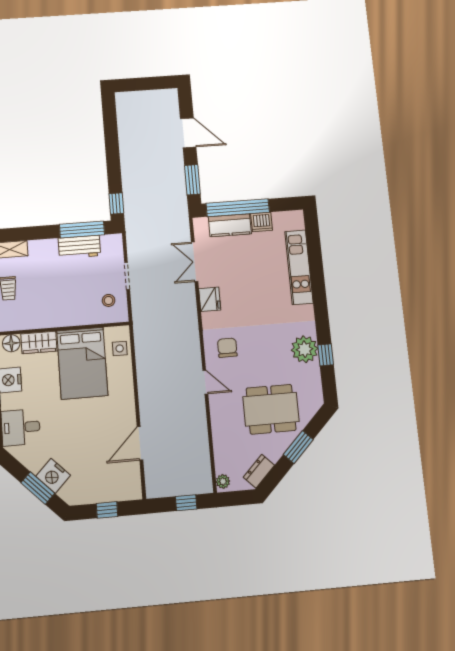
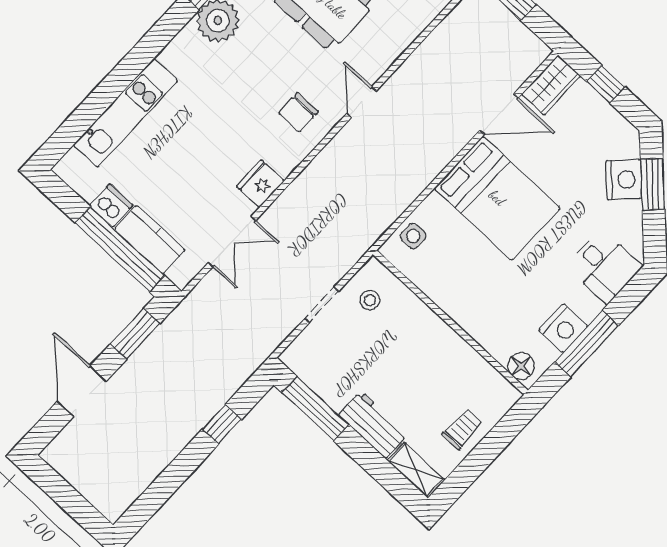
window: (116, 203) -> (222, 424), moved
workbench: (79, 247) -> (373, 425), moved
wardrobe: (39, 342) -> (551, 85), moved, turned 90
bed: (82, 363) -> (497, 198), moved, turned 90

